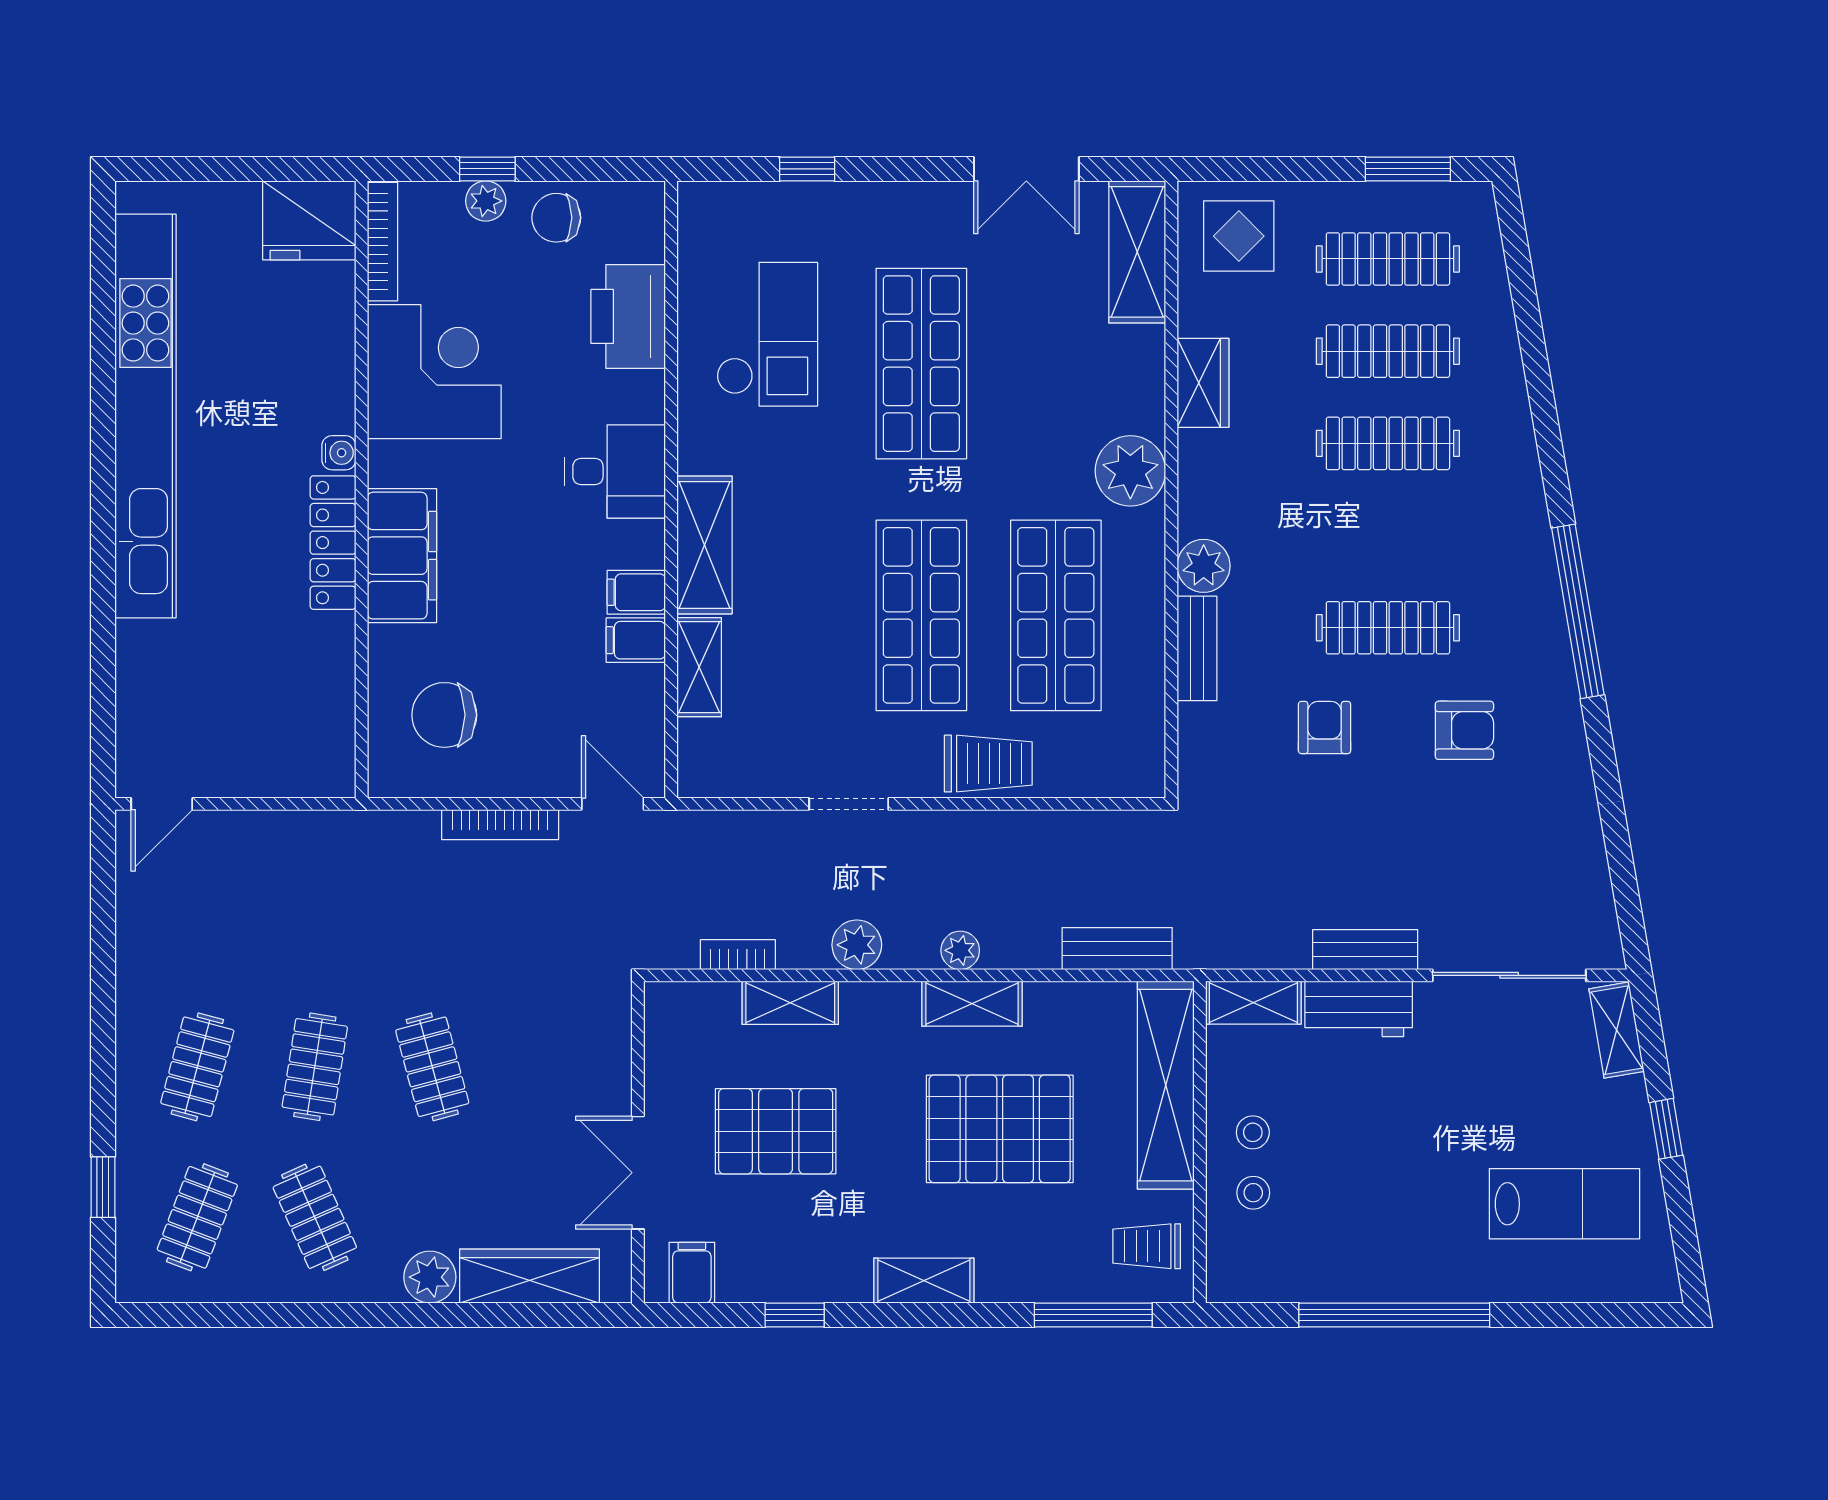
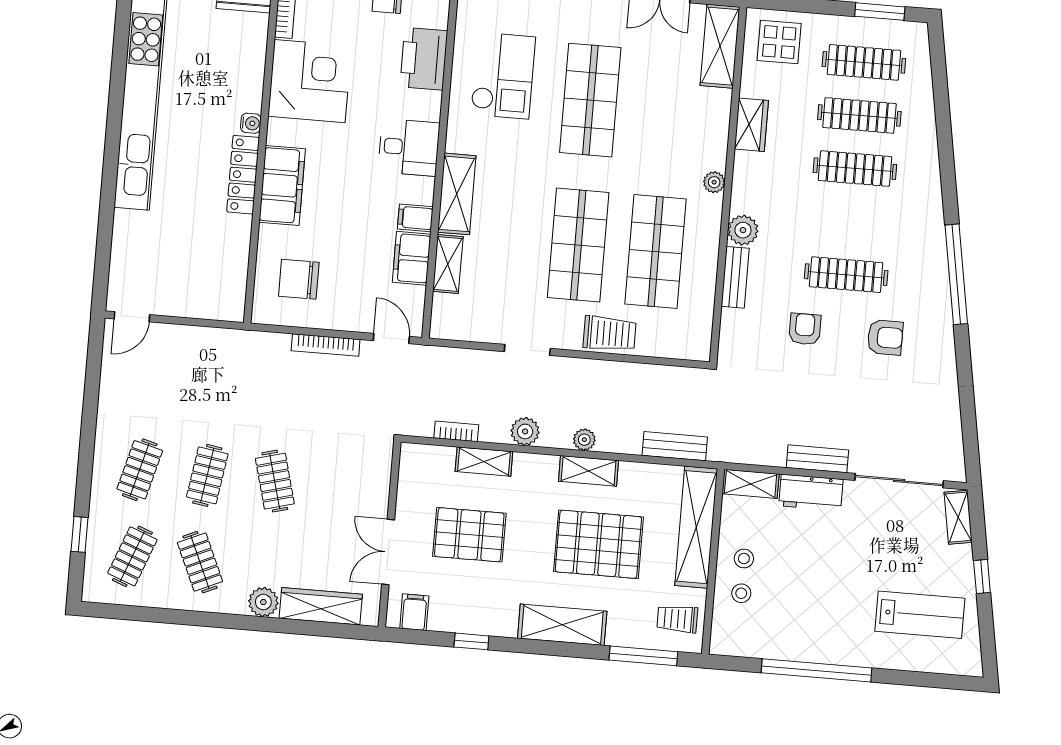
plant: (1130, 471) -> (714, 182), width x0.53, depth x0.53
filing cabinet: (636, 640) -> (412, 258), width x2.00
shelving: (924, 1281) -> (562, 625), width x1.50, depth x1.33

